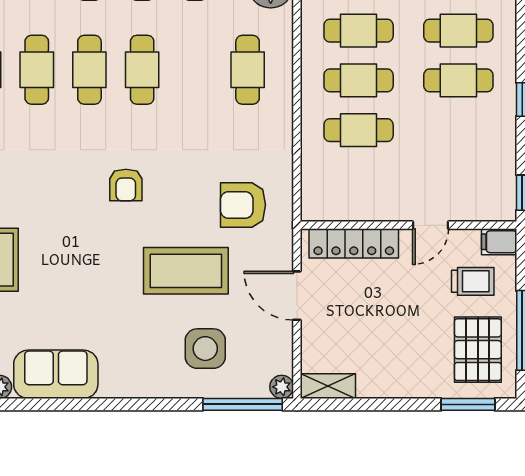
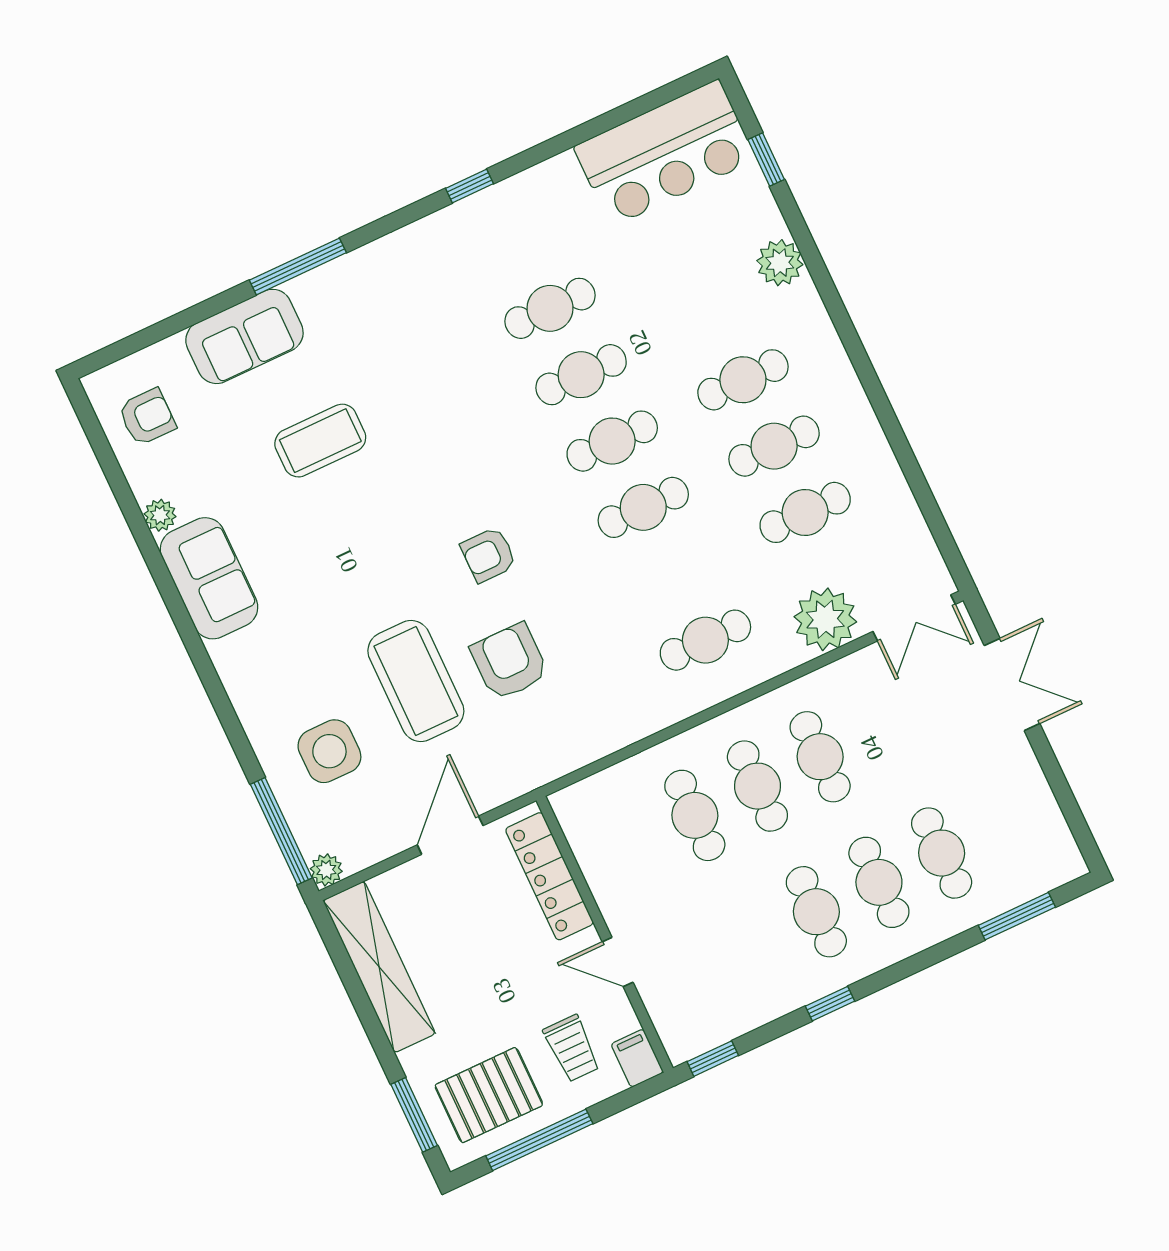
armchair: (243, 205) -> (509, 662), moved
shelving: (328, 386) -> (379, 967), width x2.20, depth x1.33

